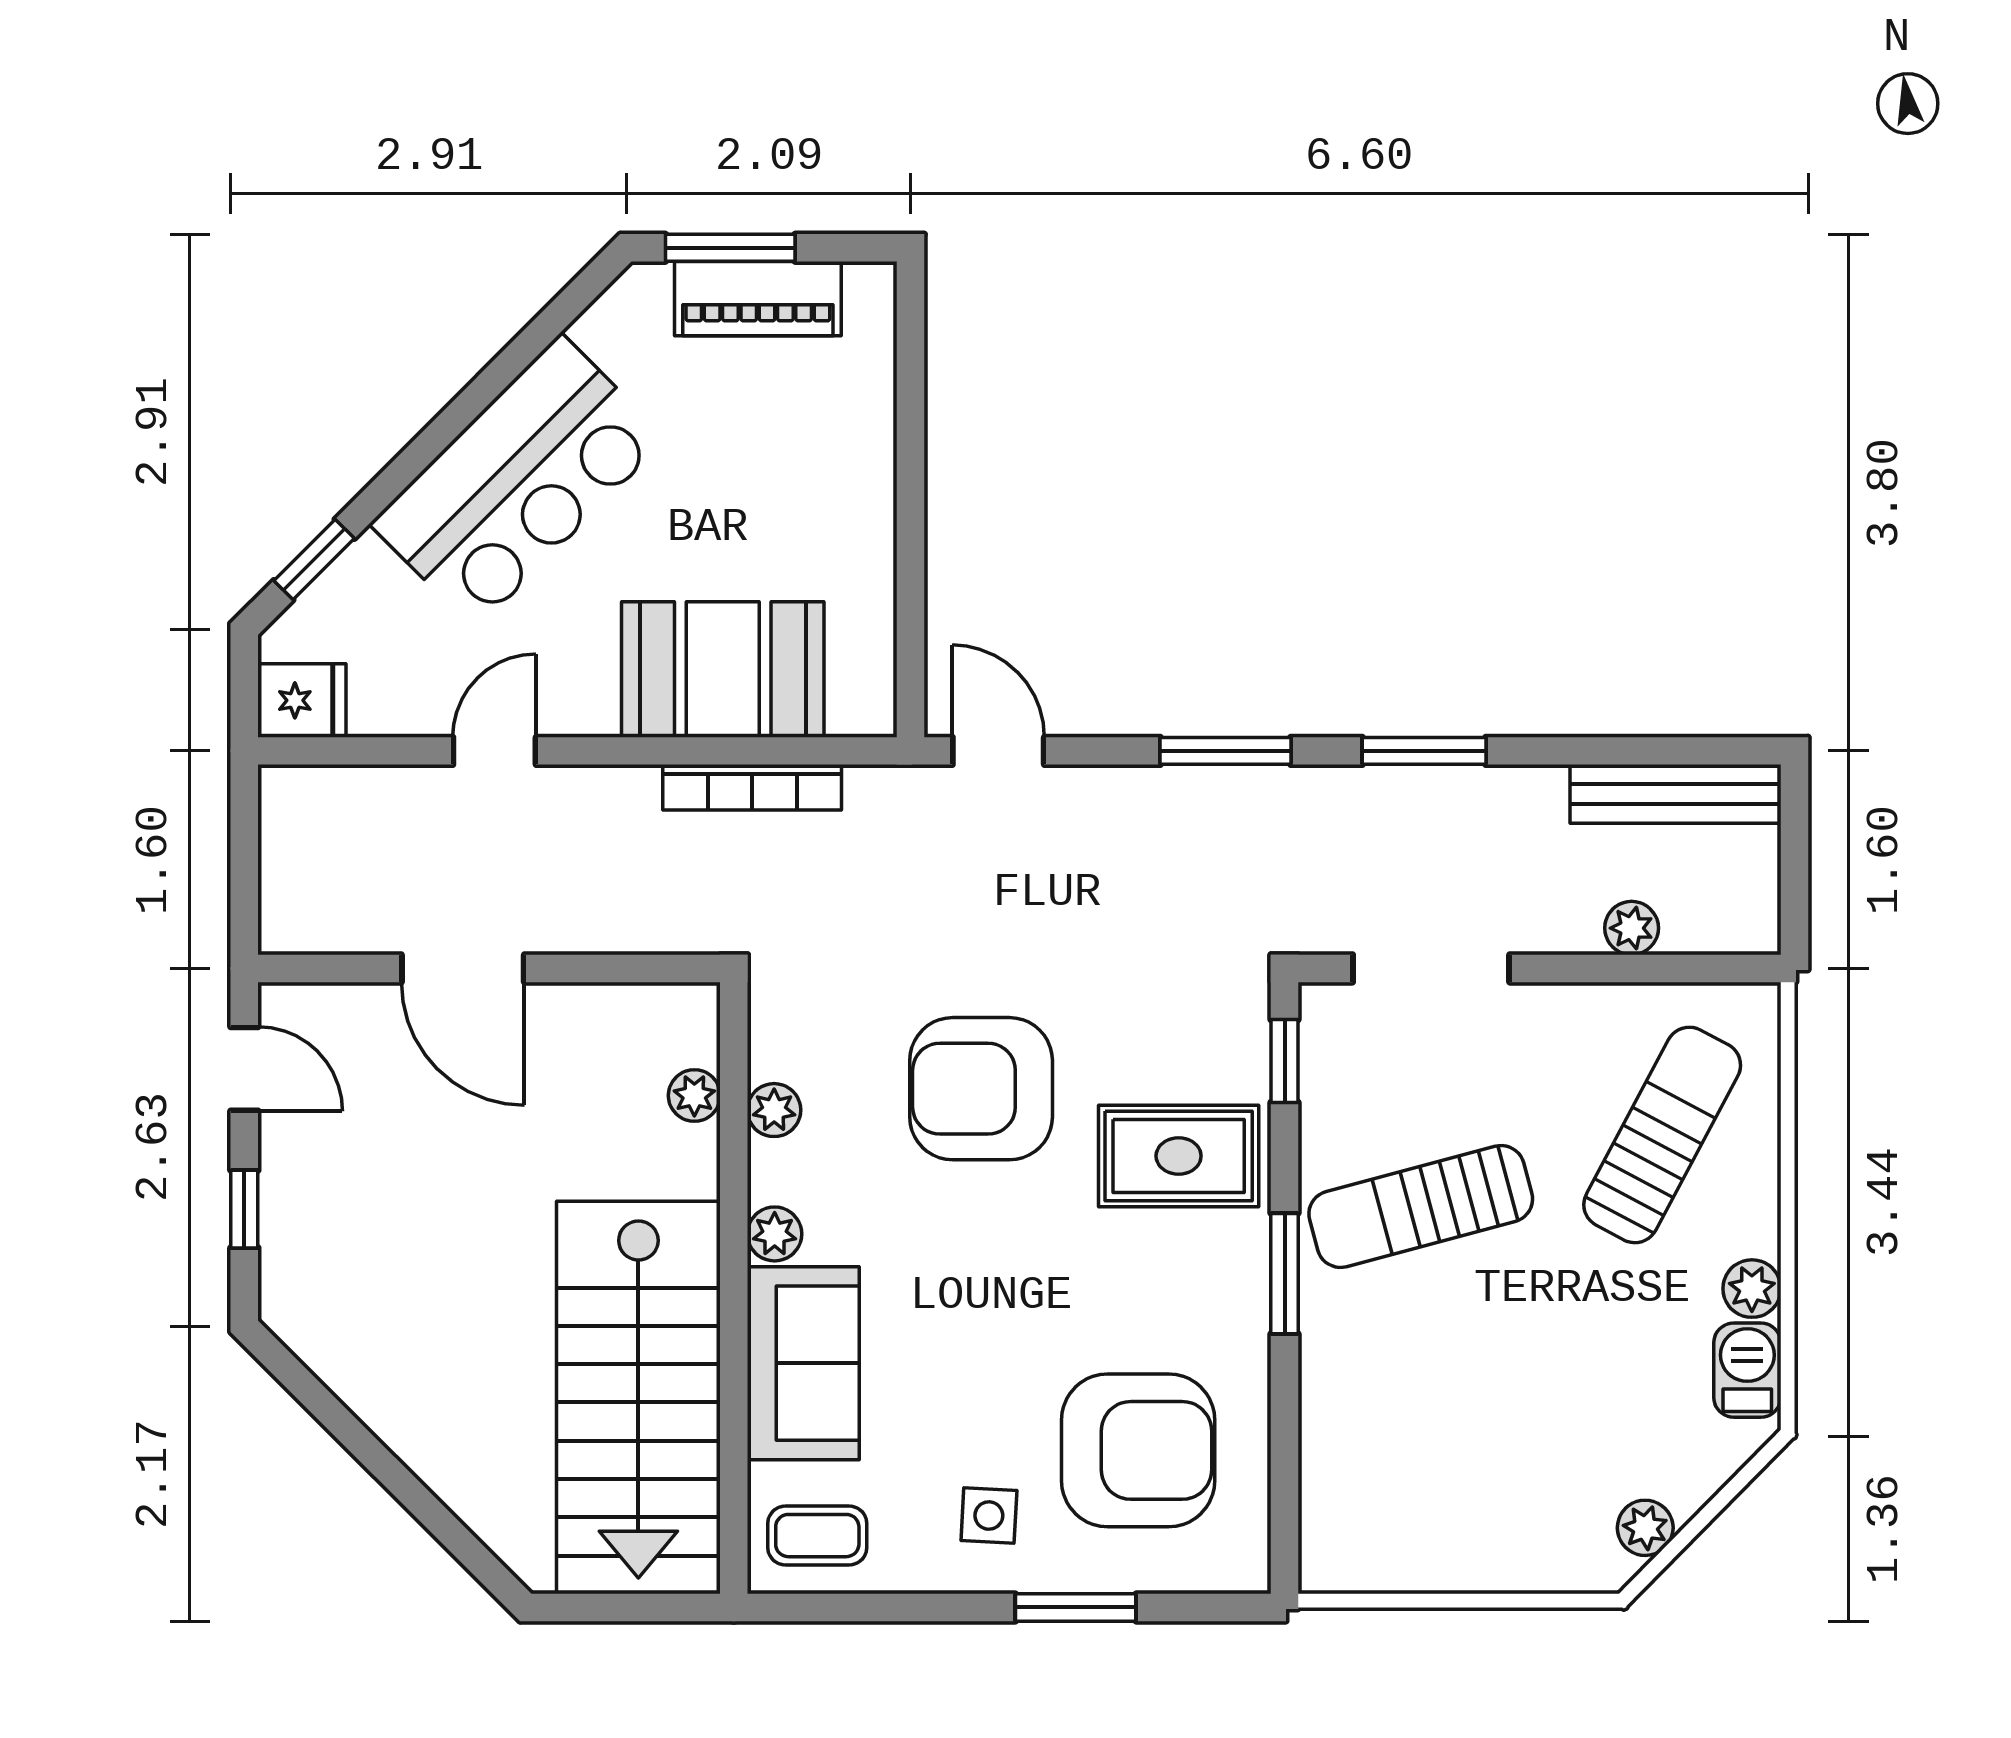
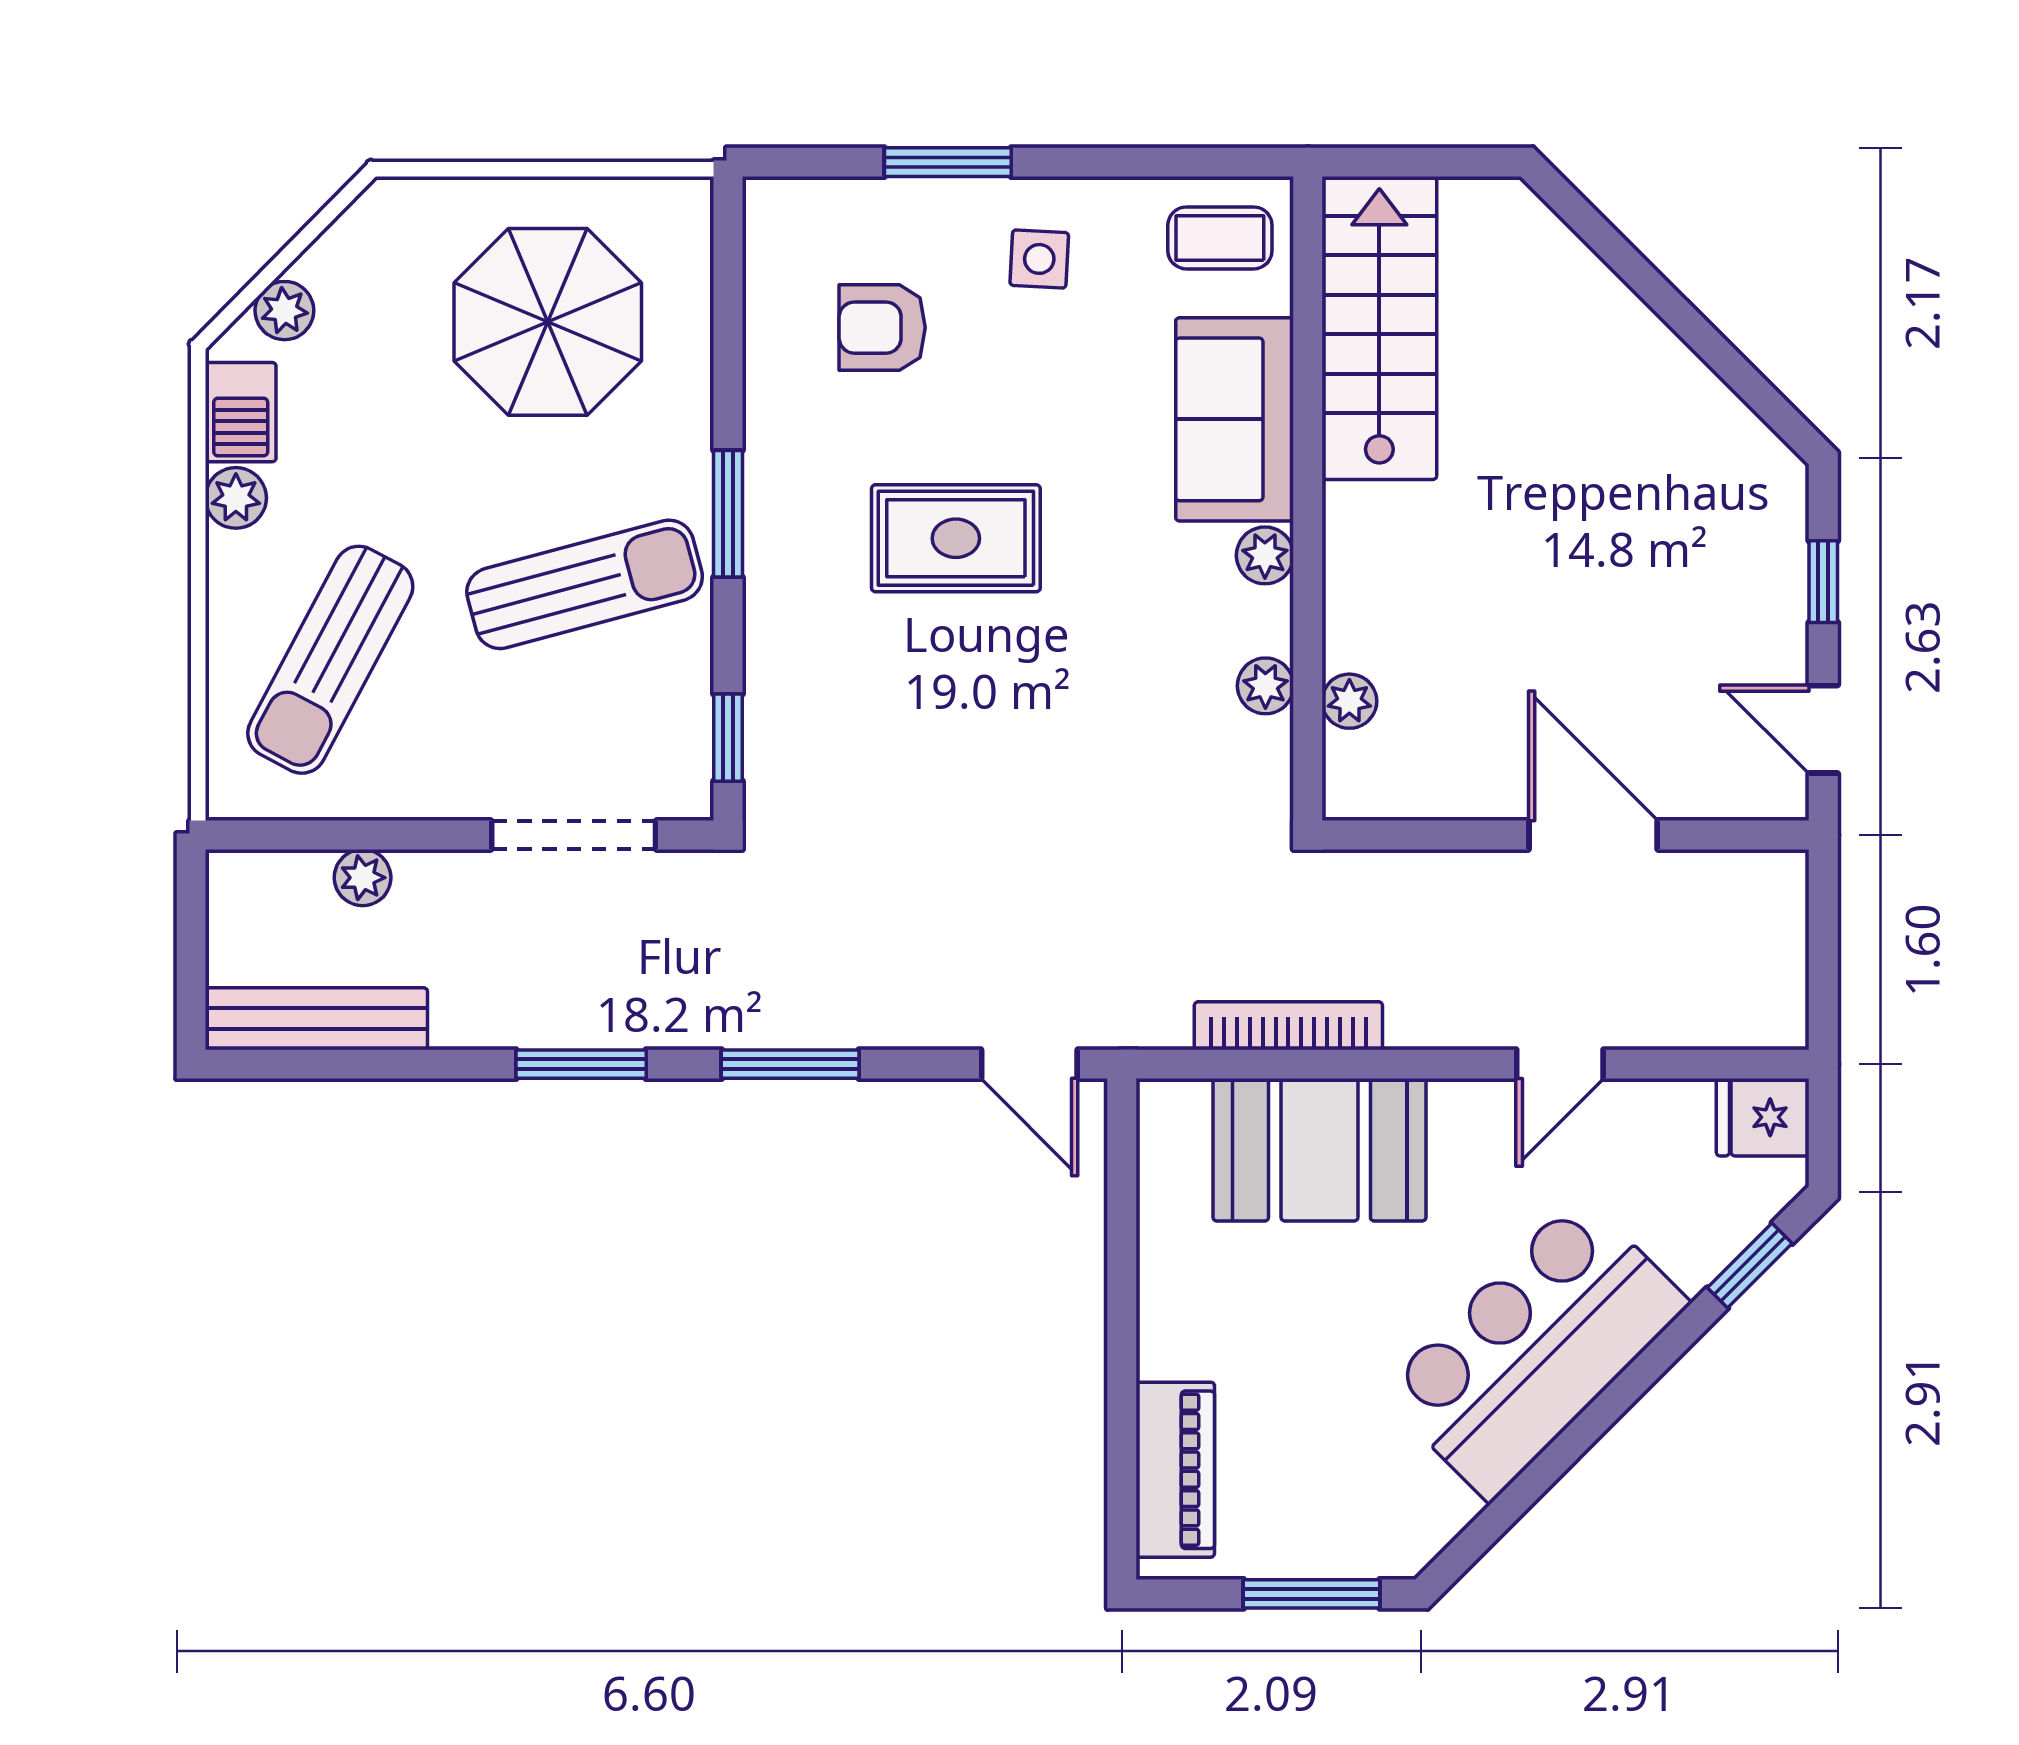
piano: (758, 299) -> (1175, 1470), moved, turned 90
armchair: (981, 1089) -> (1047, 708), removed
rug: (1179, 1156) -> (956, 538), moved
stairs: (638, 1398) -> (1379, 328), width x0.73, depth x0.66
armchair: (1138, 1450) -> (882, 328), width x0.53, depth x0.53
parasol: (1456, 1456) -> (548, 322), added
plant: (1645, 1528) -> (284, 311), moved

